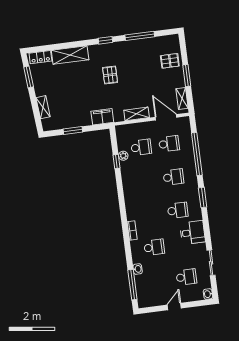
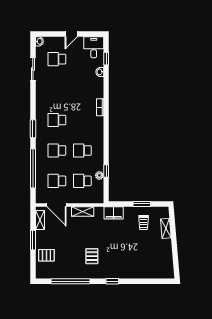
window: (140, 36) -> (71, 281), width x1.46
window: (105, 40) -> (112, 281), moved
shelving: (70, 55) -> (135, 272), removed
locker: (40, 57) -> (162, 274), removed
pallet: (110, 75) -> (92, 256), moved
window: (29, 77) -> (175, 257), removed
trolley: (68, 110) -> (144, 223), added
desk: (192, 233) -> (94, 47), moved, turned 90
school desk: (154, 247) -> (82, 150), moved
window: (132, 285) -> (106, 59), width x0.46

